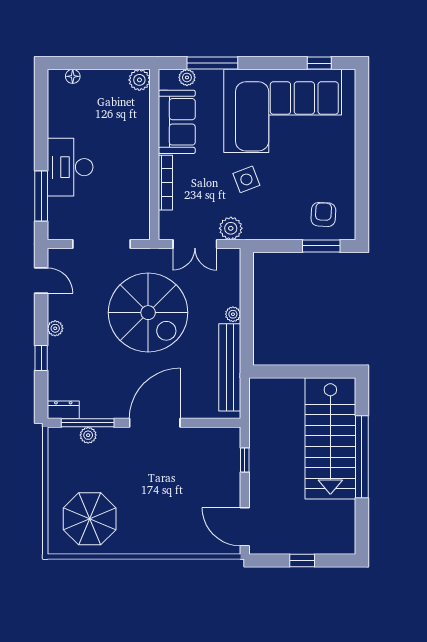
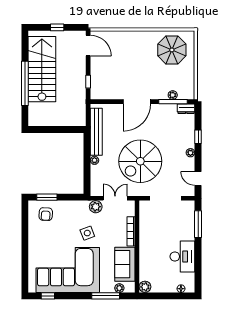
desk: (70, 167) -> (182, 256), moved
spiral stairs: (148, 313) -> (140, 161), turned -90
stairs: (330, 438) -> (42, 69), moved

